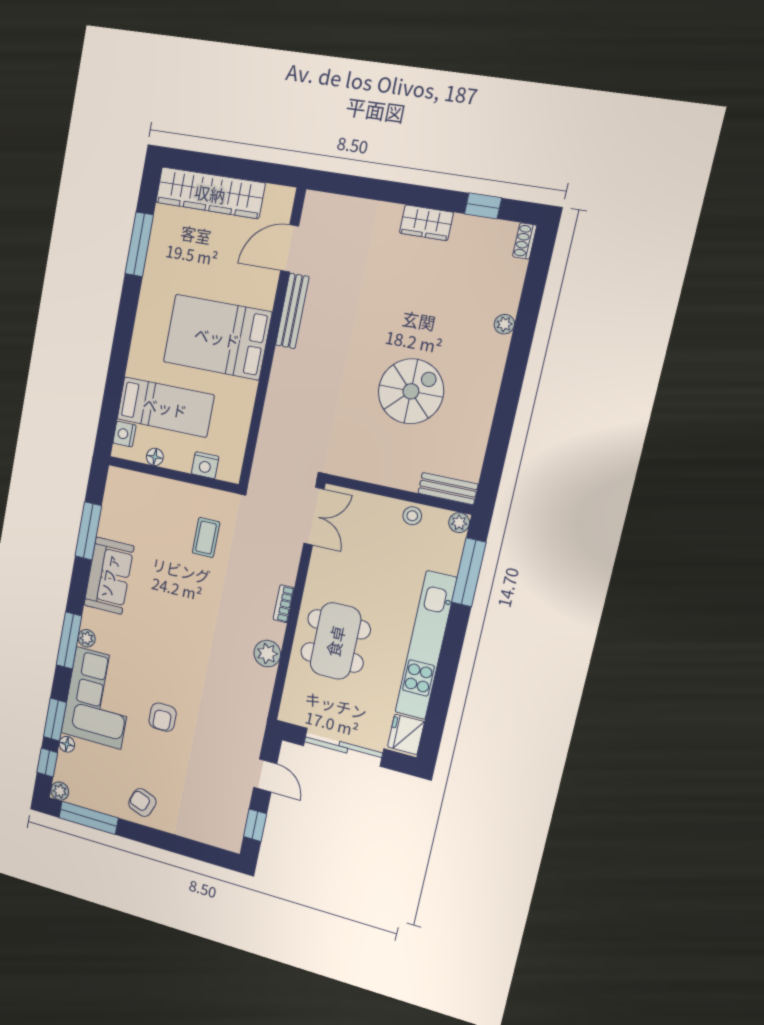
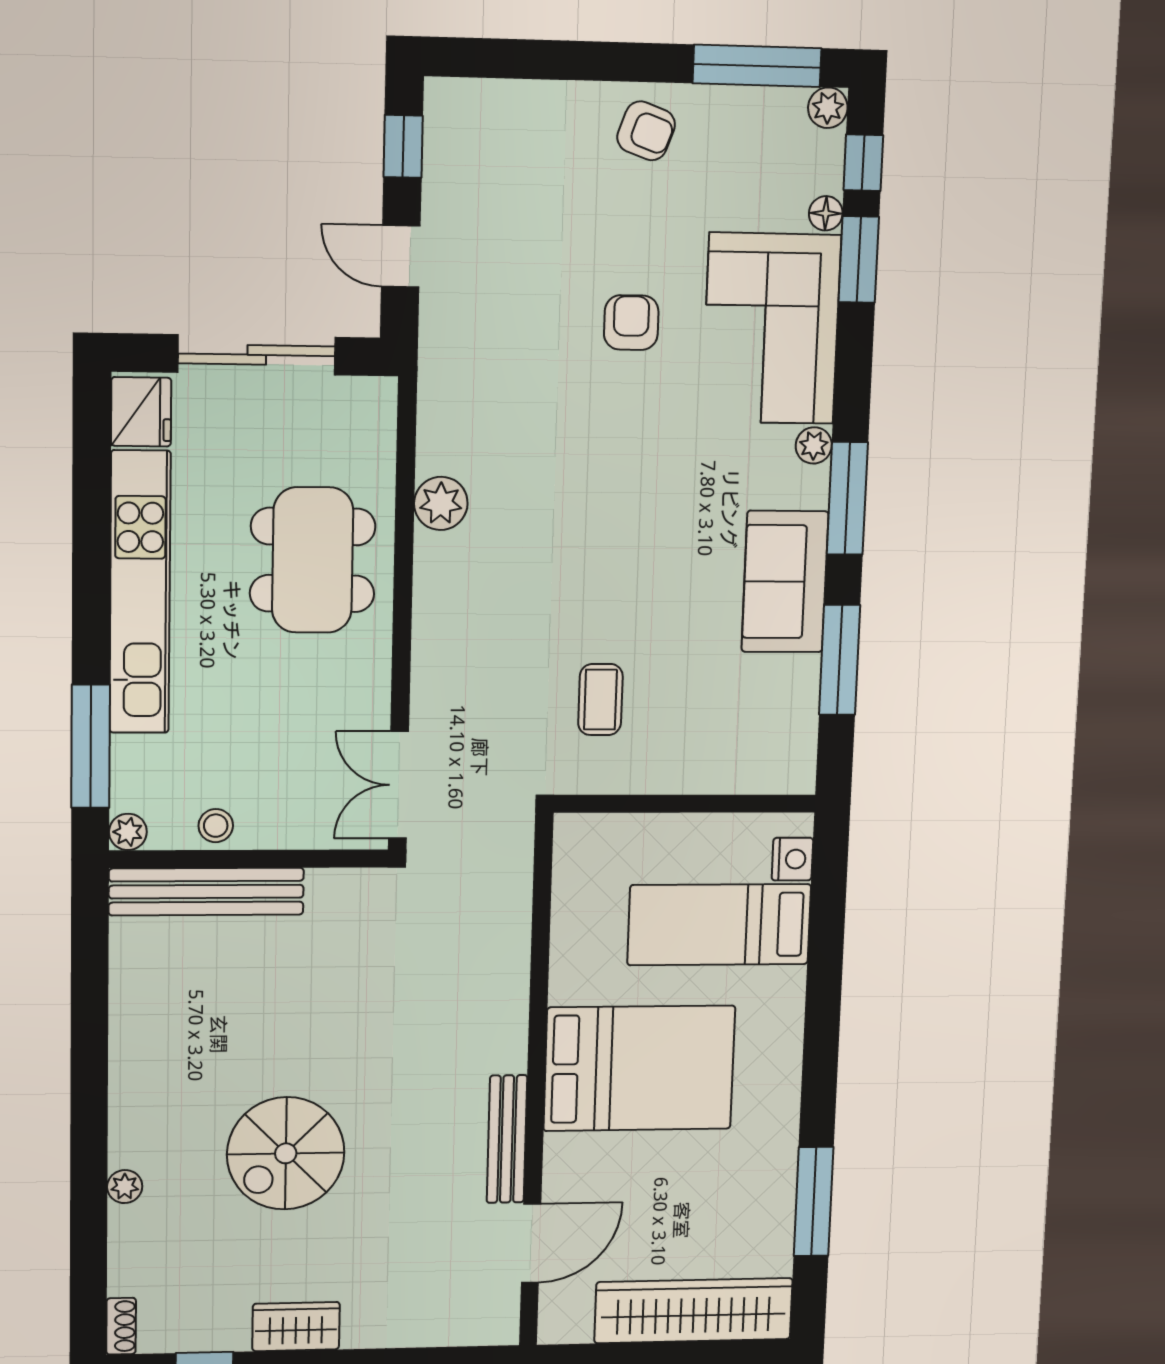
spiral stairs: (411, 391) -> (286, 1153), moved
floor lamp: (155, 457) -> (726, 829), removed
nightstand: (205, 465) -> (624, 834), removed
bench: (448, 489) -> (206, 892), width x1.86, depth x1.21
bookcase: (284, 604) -> (426, 608), removed
window: (69, 640) -> (847, 498), moved

